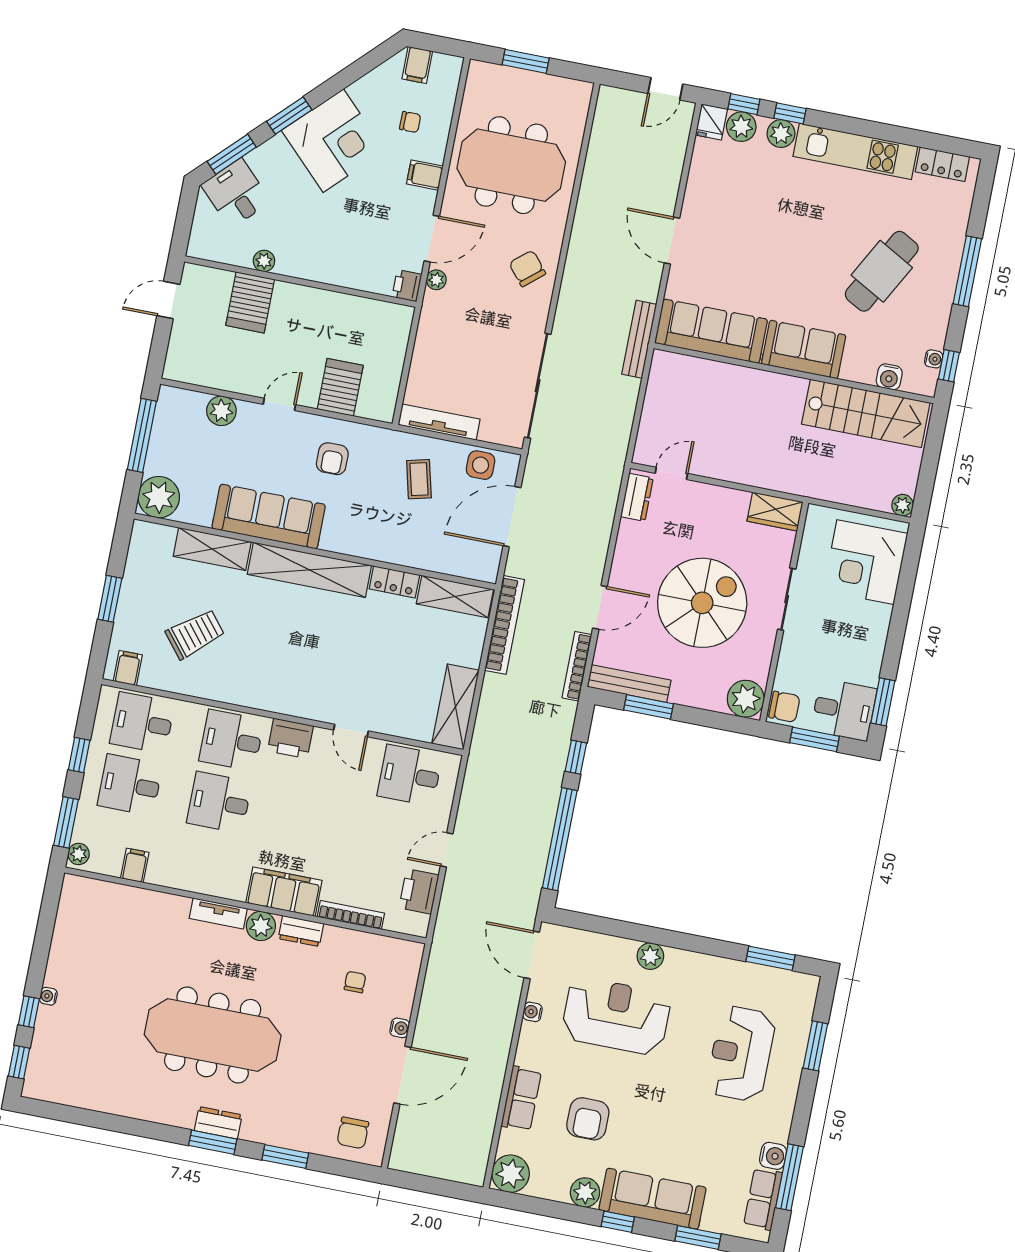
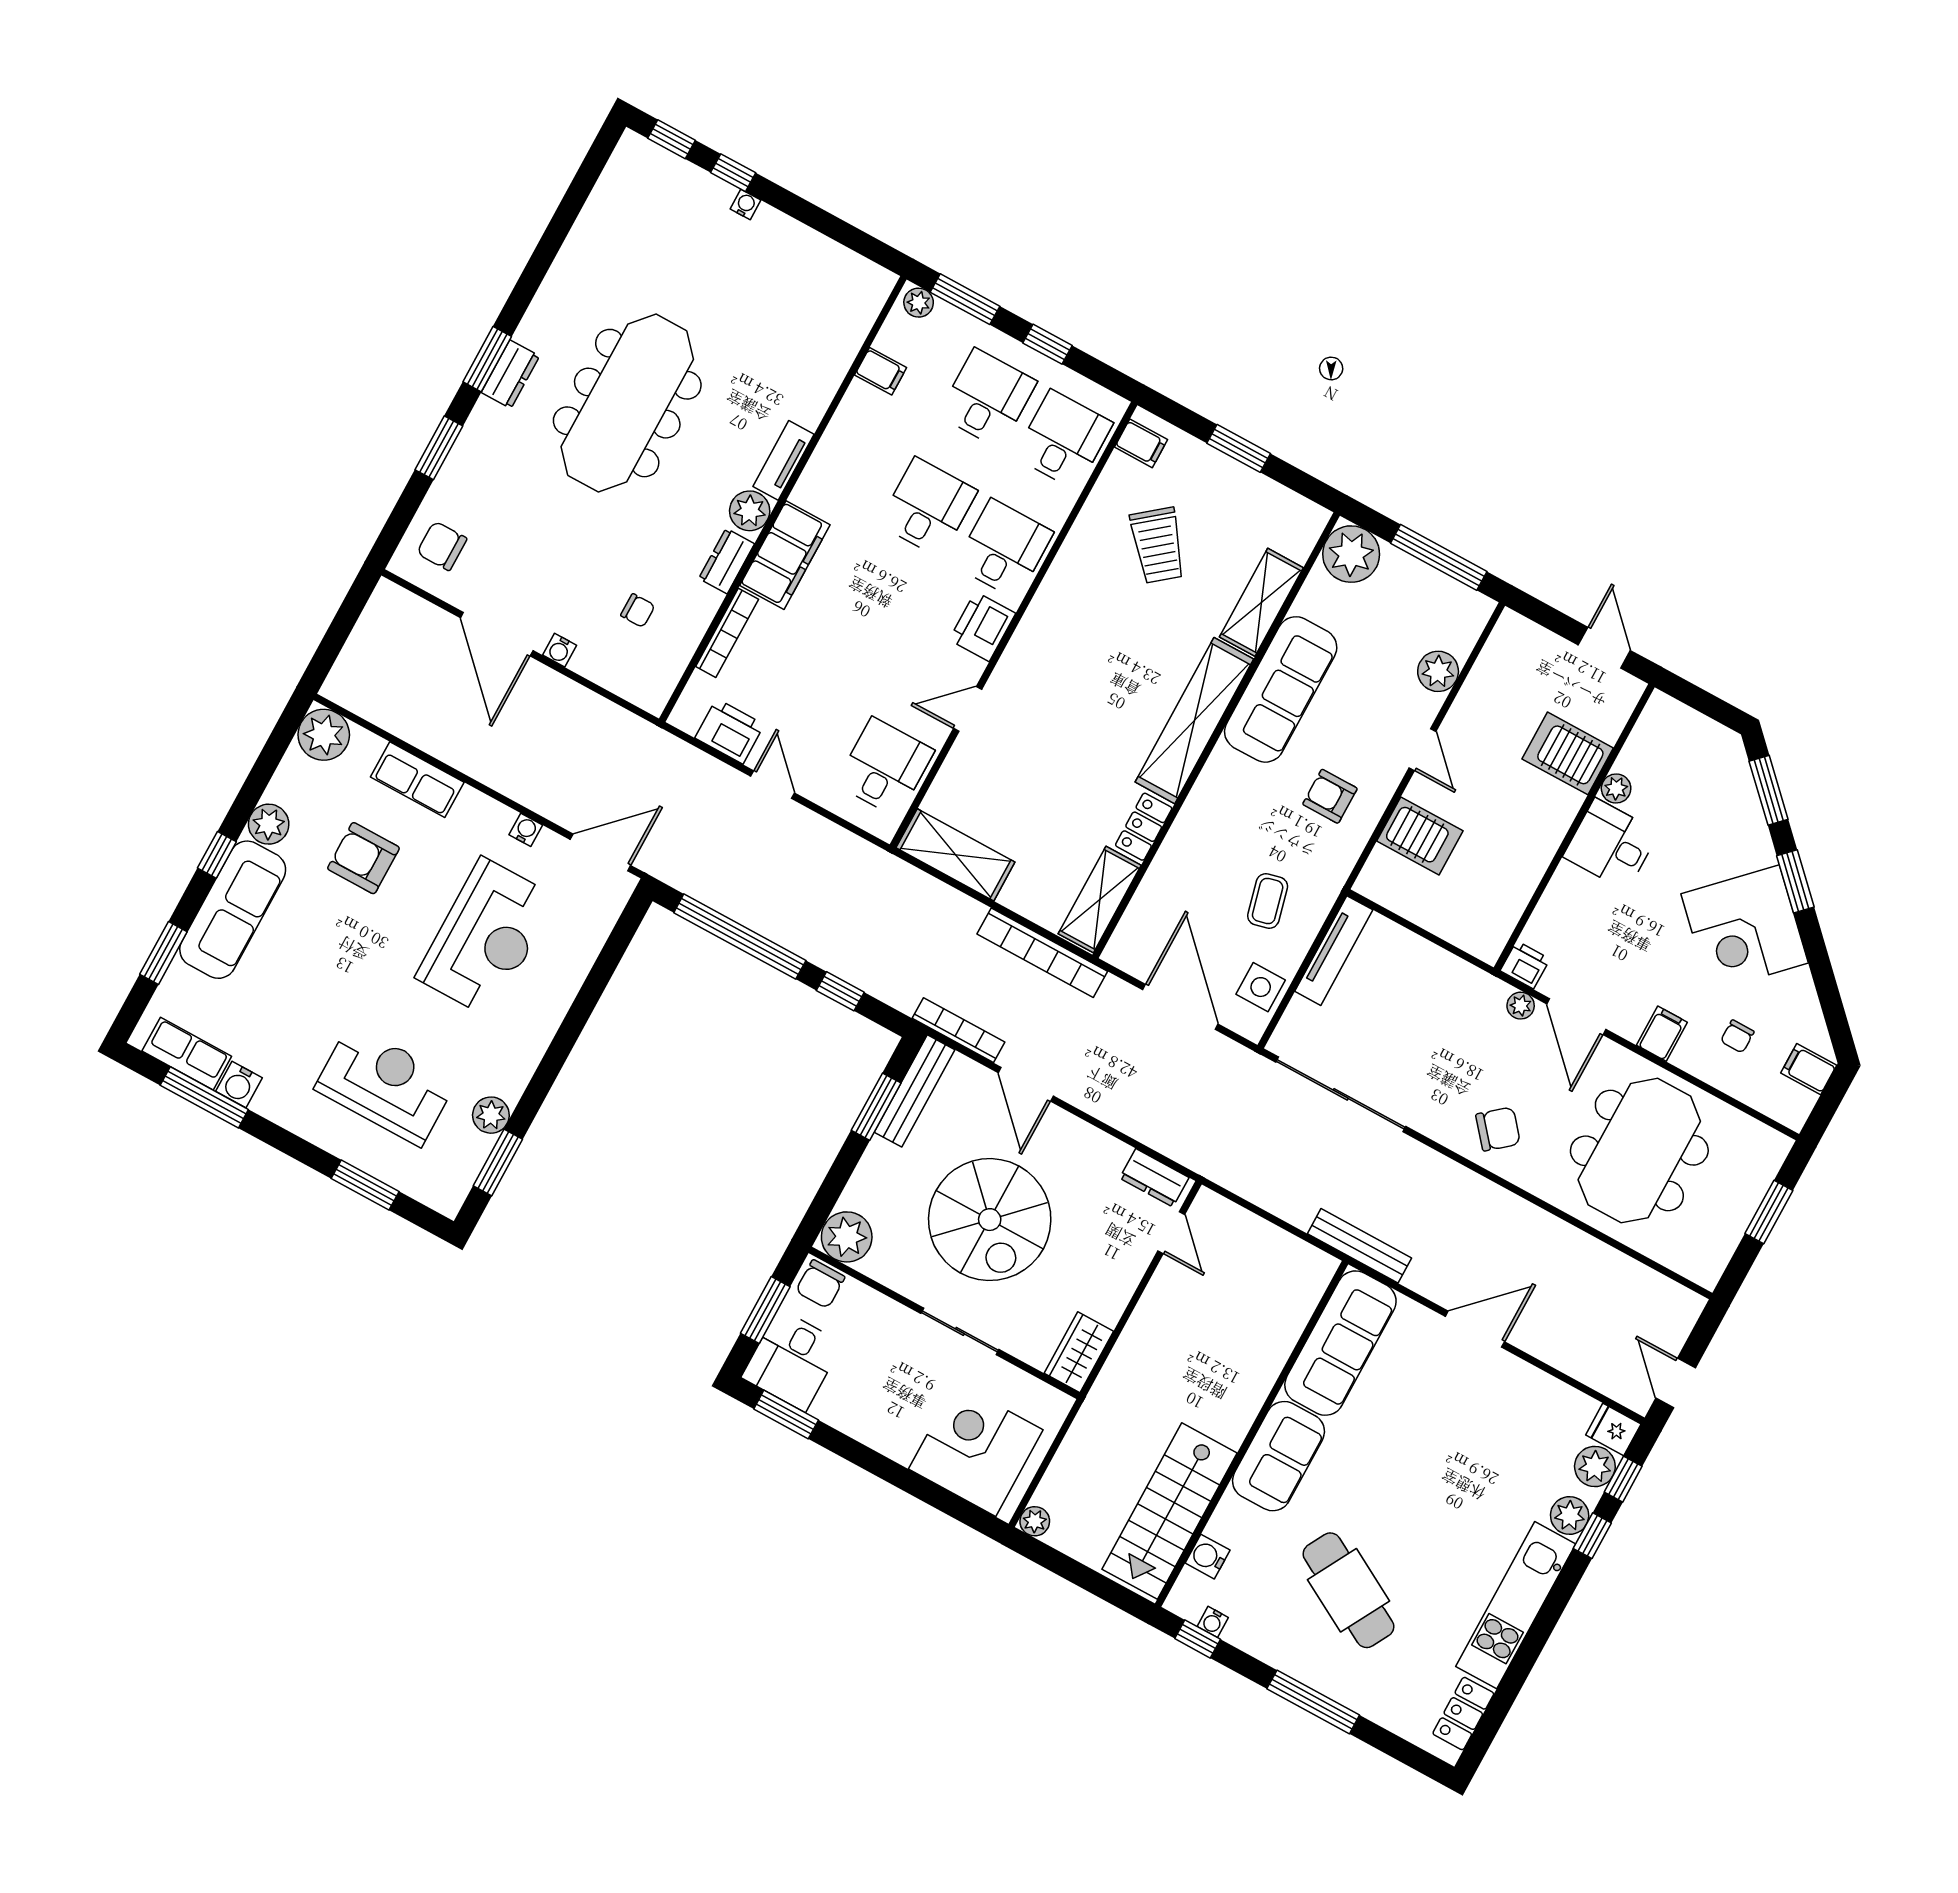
desk: (236, 193) -> (1611, 845), moved, turned -135
coffee table: (419, 479) -> (1268, 901), turned 90
plant: (650, 956) -> (491, 1115), moved

